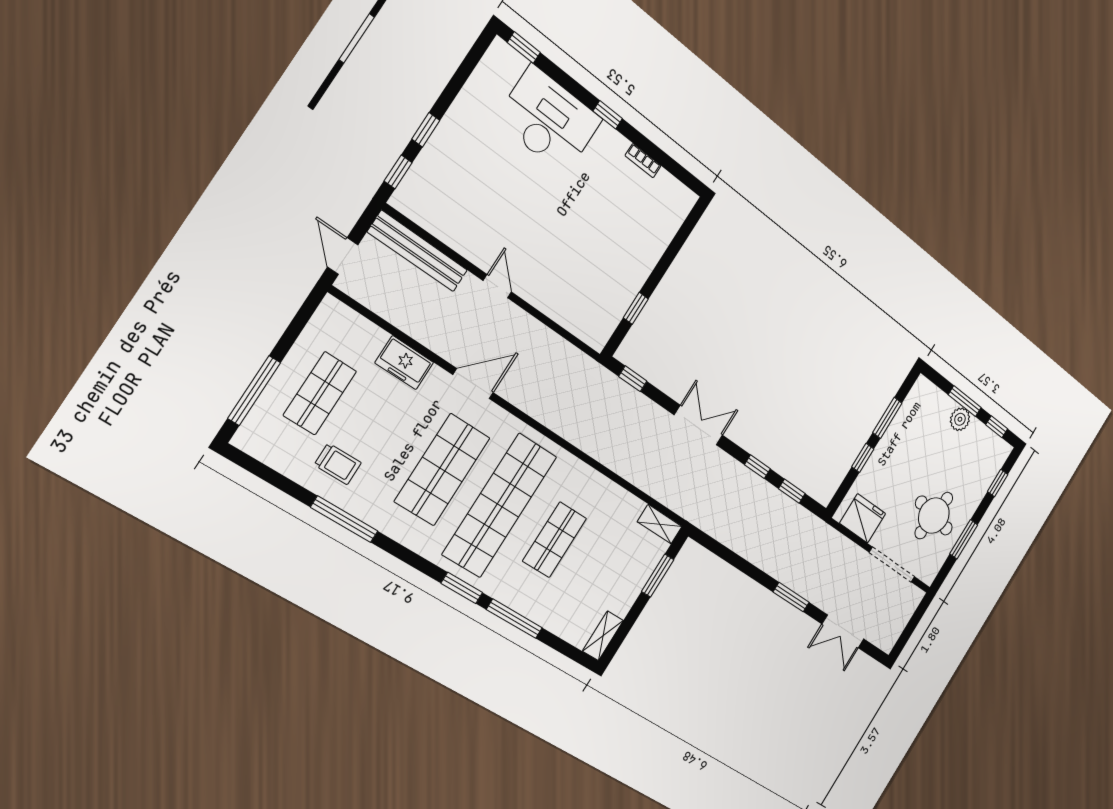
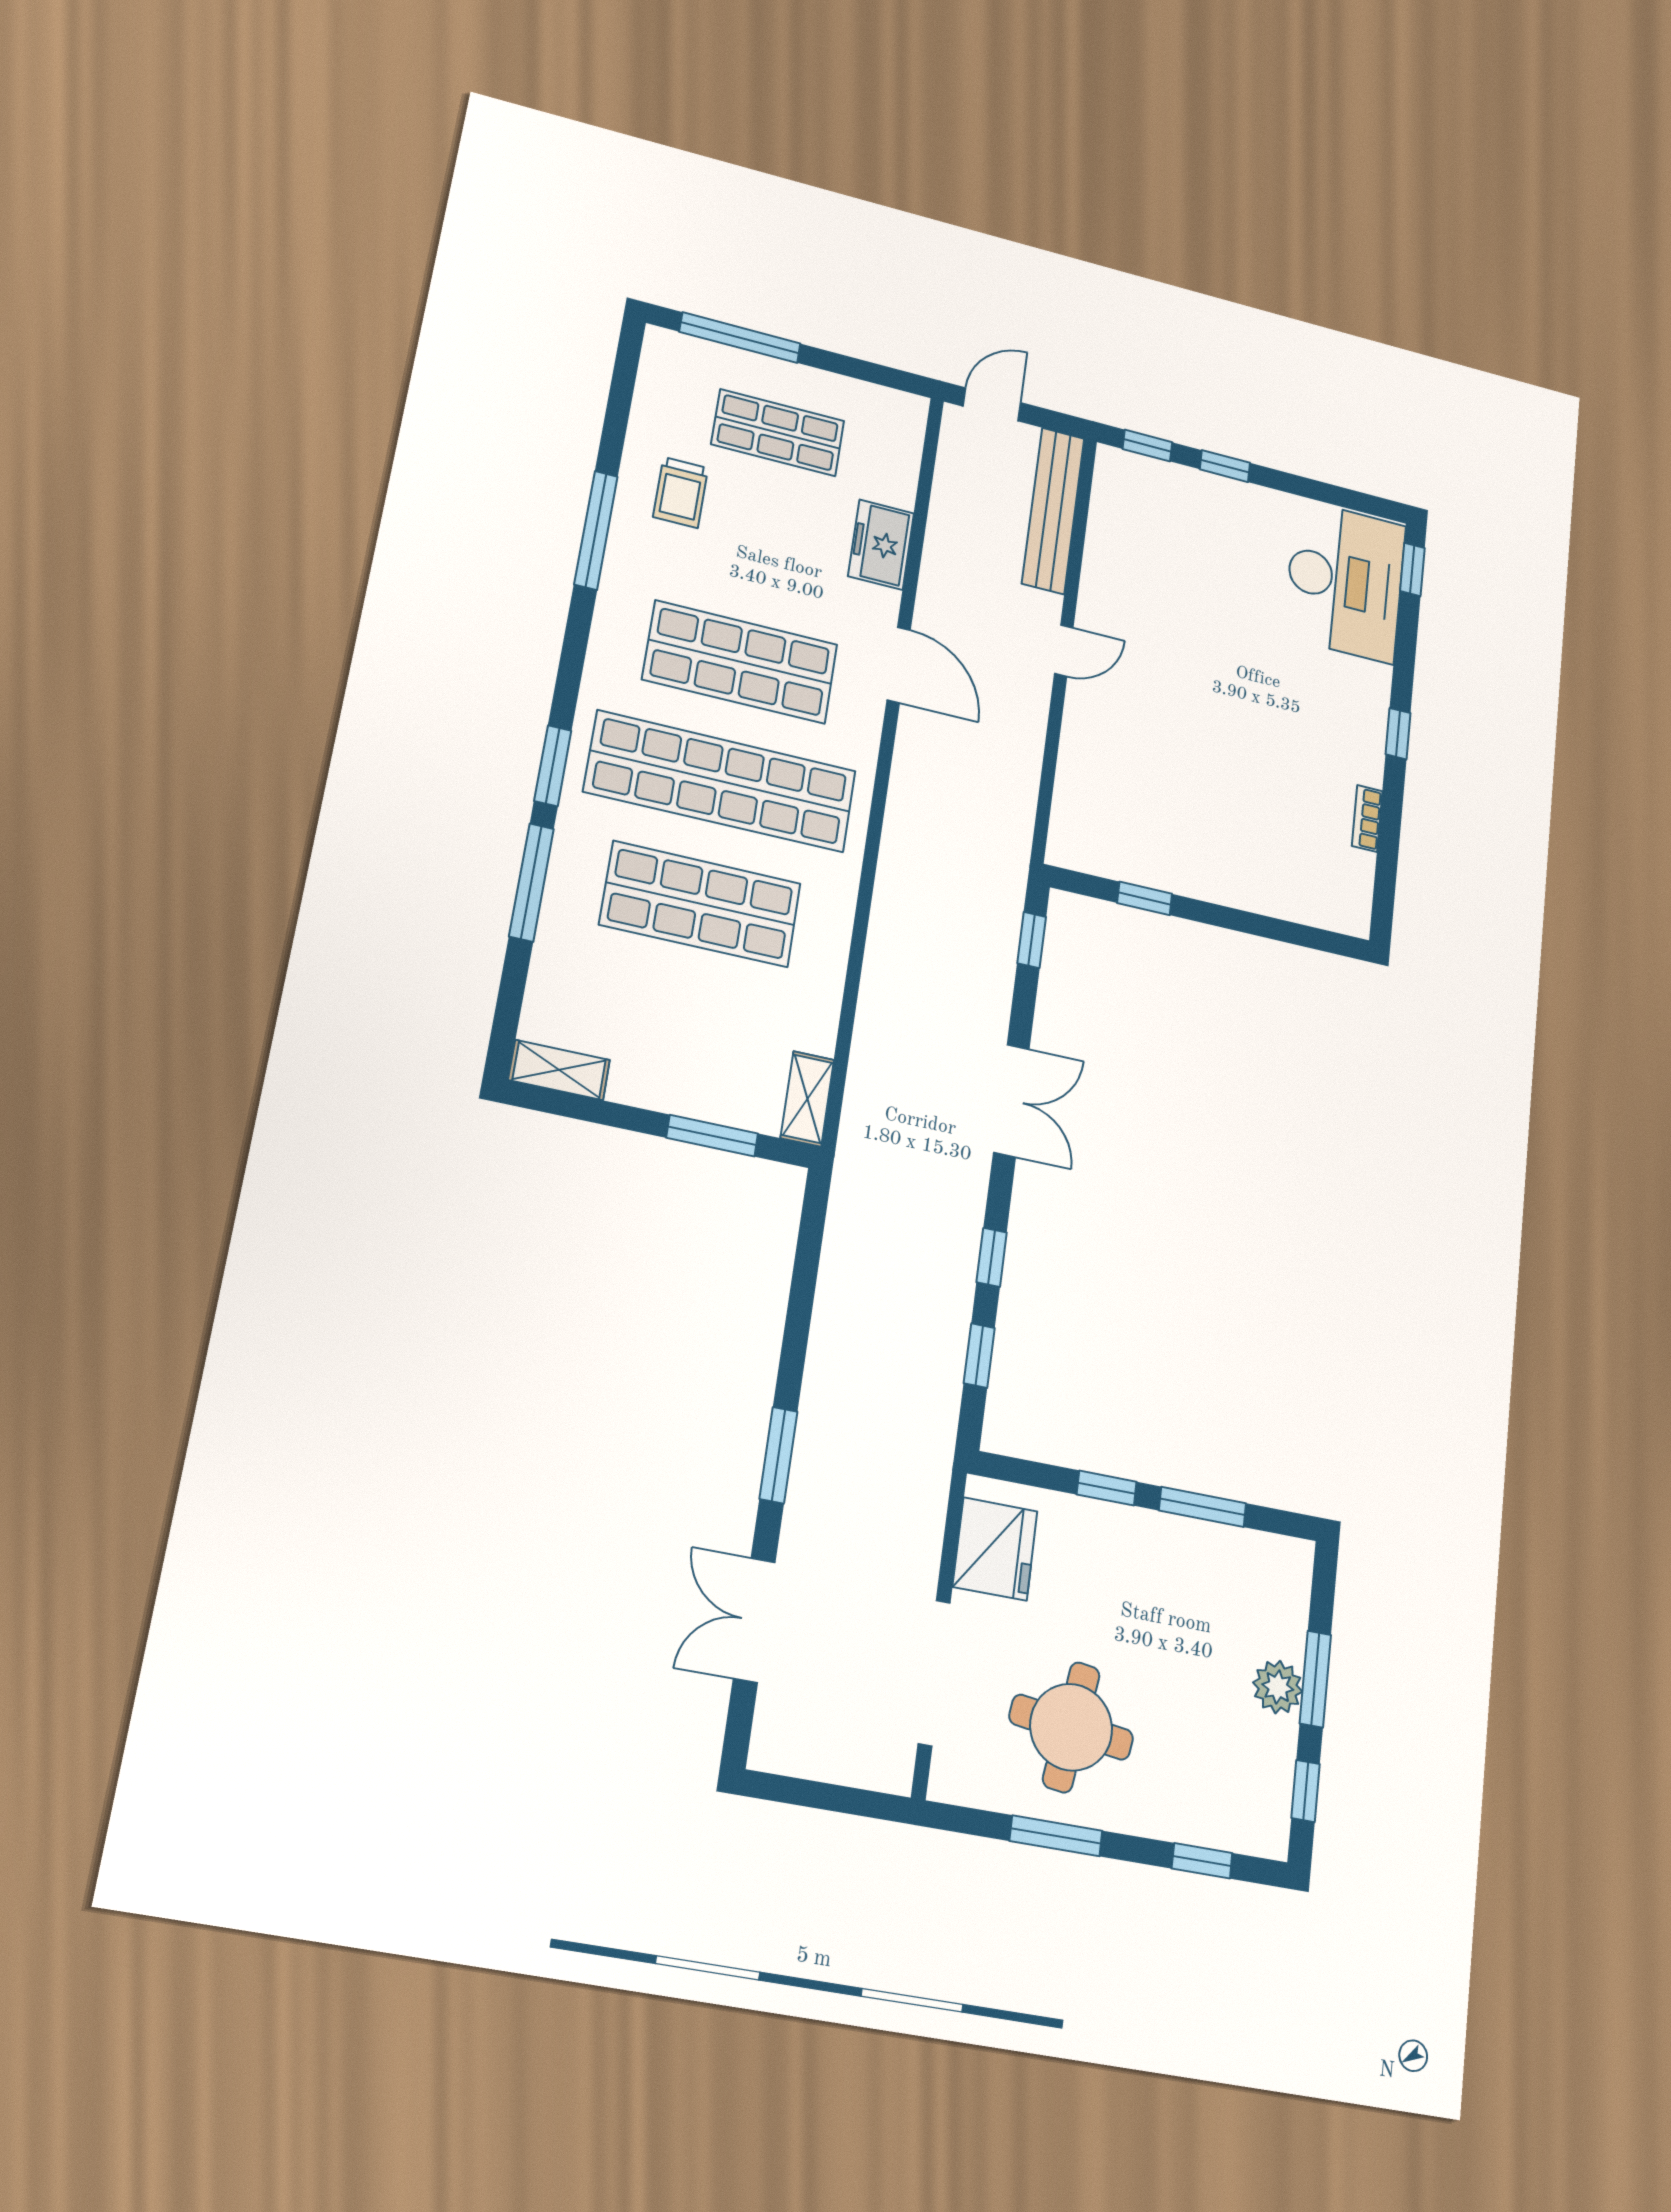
desk: (549, 120) -> (1345, 581), moved
shop shelf: (555, 540) -> (701, 904), width x1.43, depth x1.36

